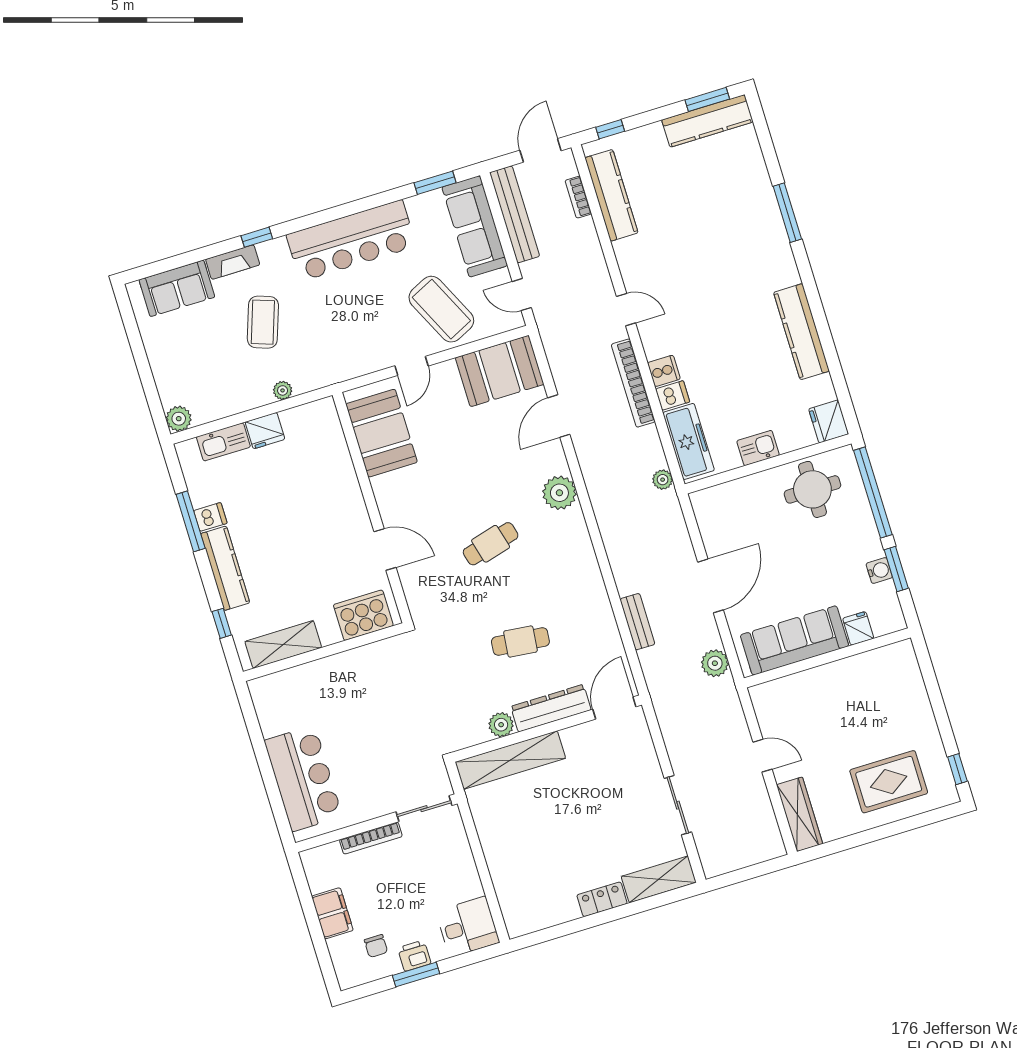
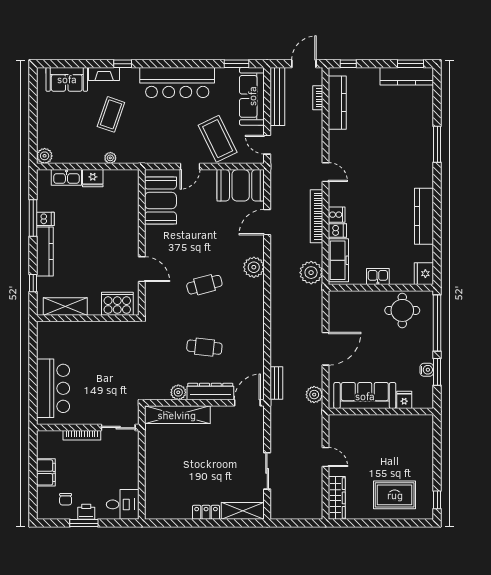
plant: (663, 480) -> (311, 273), width x1.88, depth x1.88
bench: (637, 622) -> (276, 383), moved

